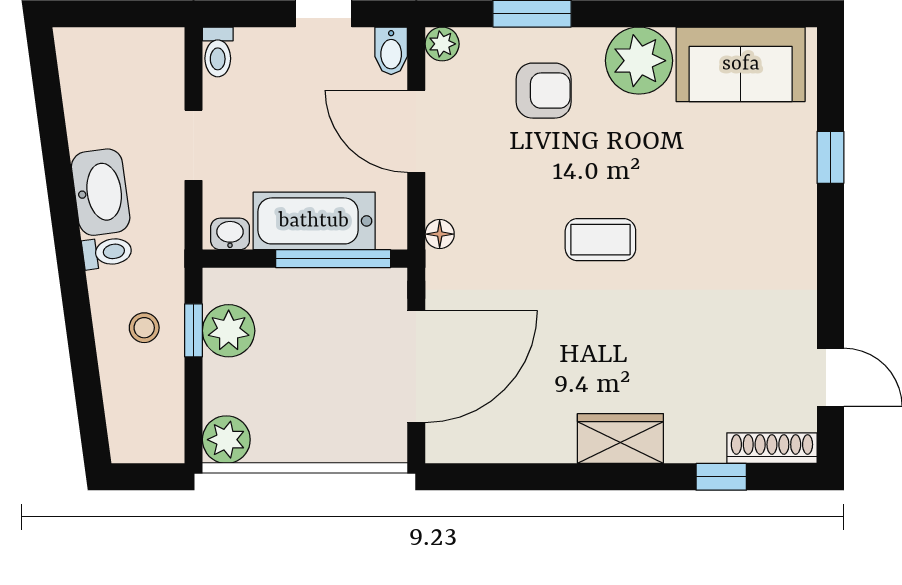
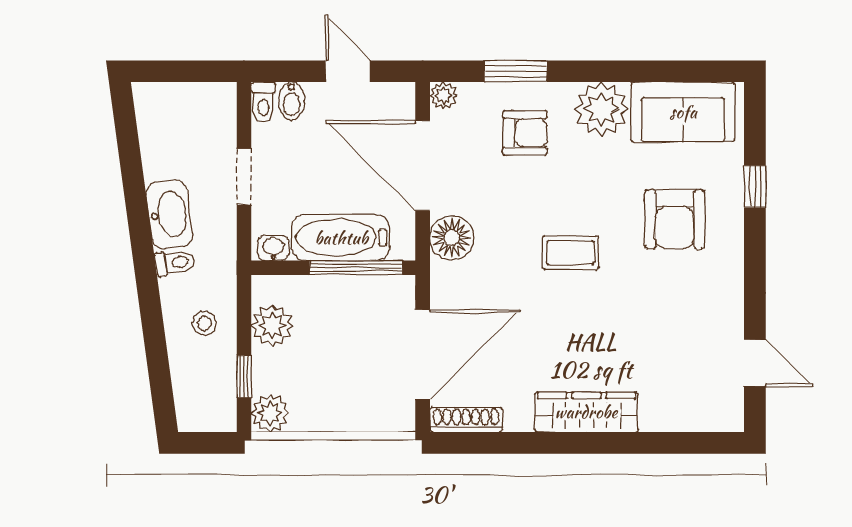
bidet: (391, 51) -> (291, 101), moved
door: (416, 131) -> (423, 166), width x1.36
armchair: (730, 198) -> (675, 219), added
floor lamp: (440, 234) -> (452, 238), width x1.89, depth x1.89
window: (194, 330) -> (244, 377), moved
wardrobe: (620, 439) -> (586, 412), width x1.50
shoe rack: (772, 448) -> (466, 420), moved
window: (721, 477) -> (667, 443), removed

